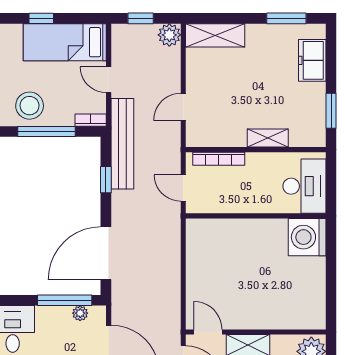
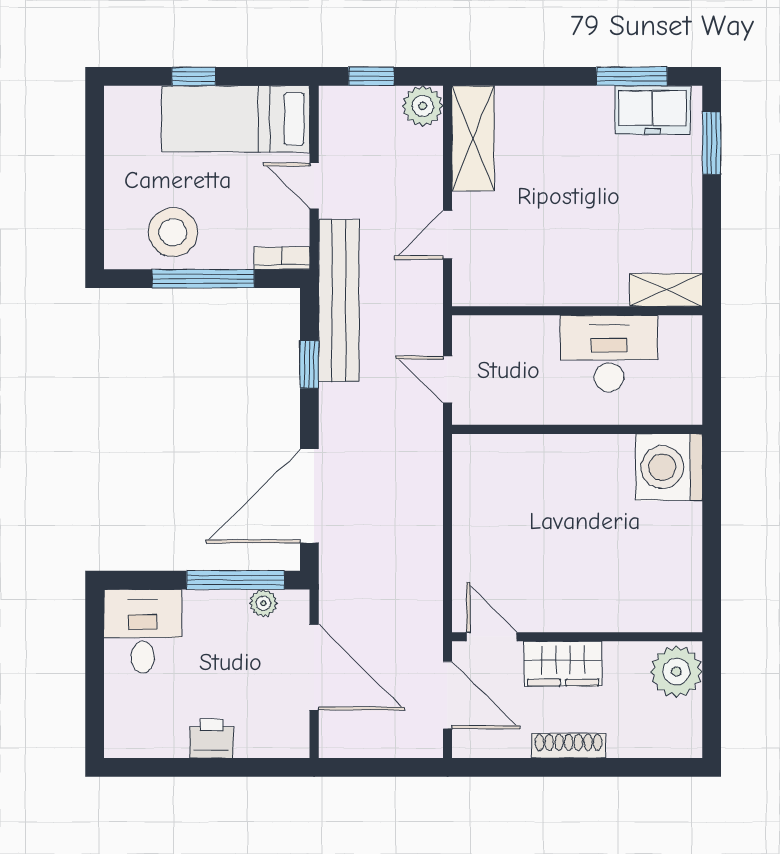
shelving: (215, 35) -> (473, 138), moved, turned 90
freezer: (312, 60) -> (653, 110), moved, turned -90
window: (331, 111) -> (712, 143), moved
shelving: (268, 138) -> (666, 290), moved
bookcase: (219, 159) -> (511, 327), removed
desk: (304, 186) -> (609, 354), moved, turned -90

